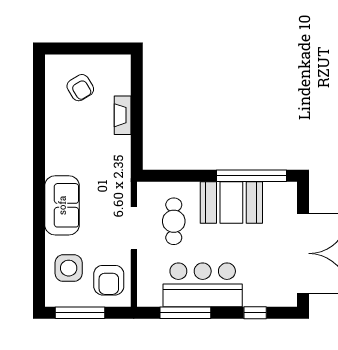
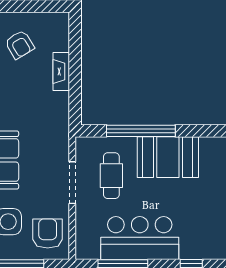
window: (251, 176) -> (141, 131), moved
armchair: (109, 280) -> (48, 234), turned 180

